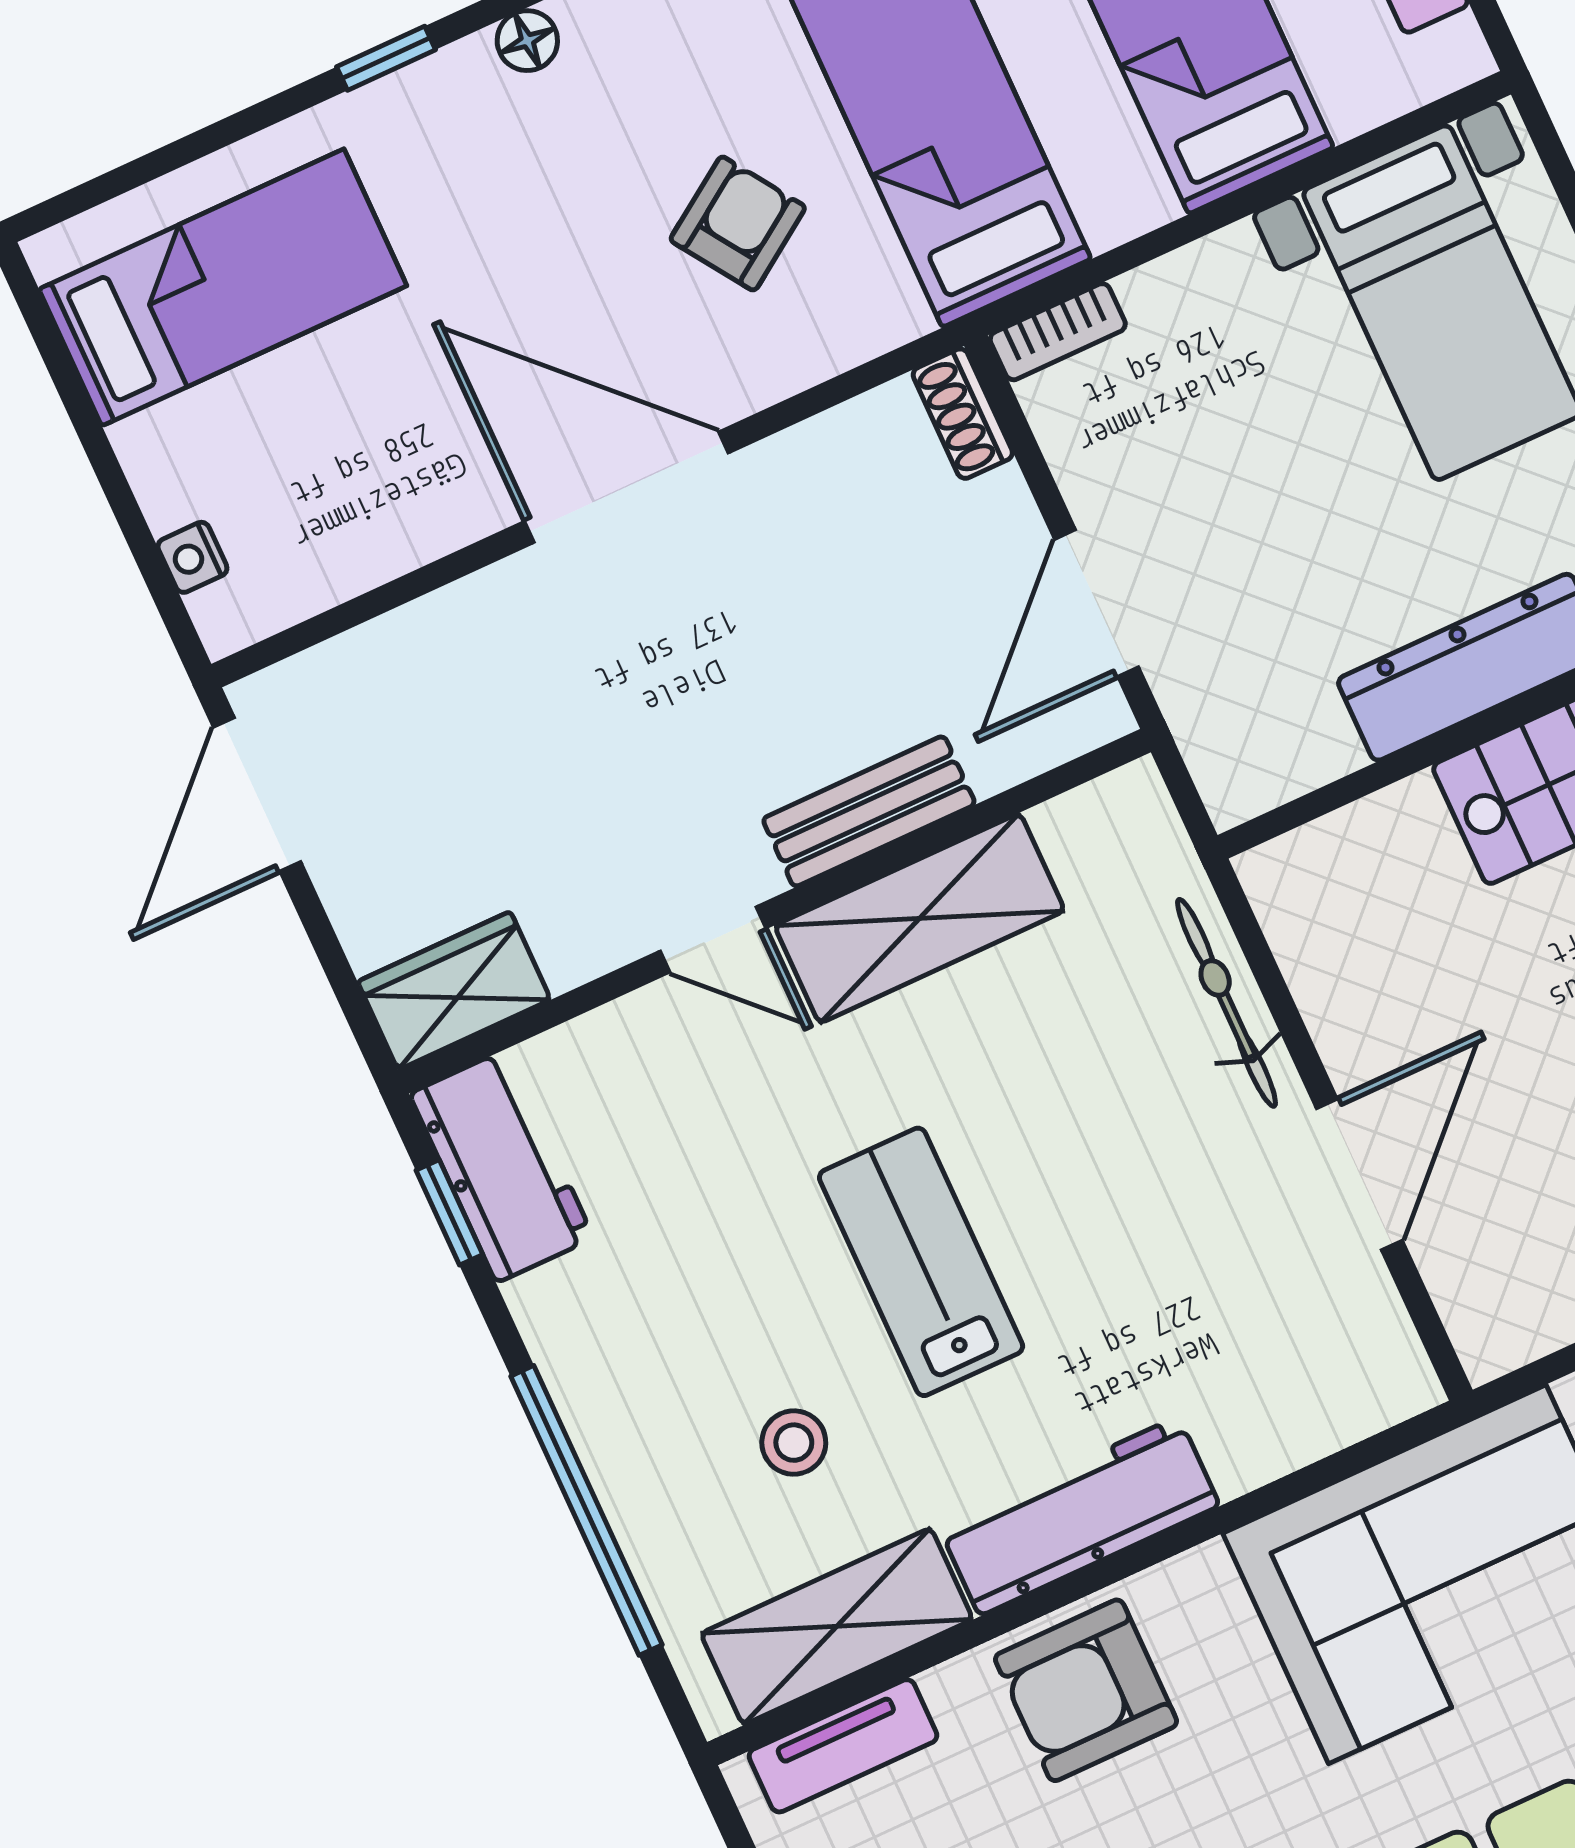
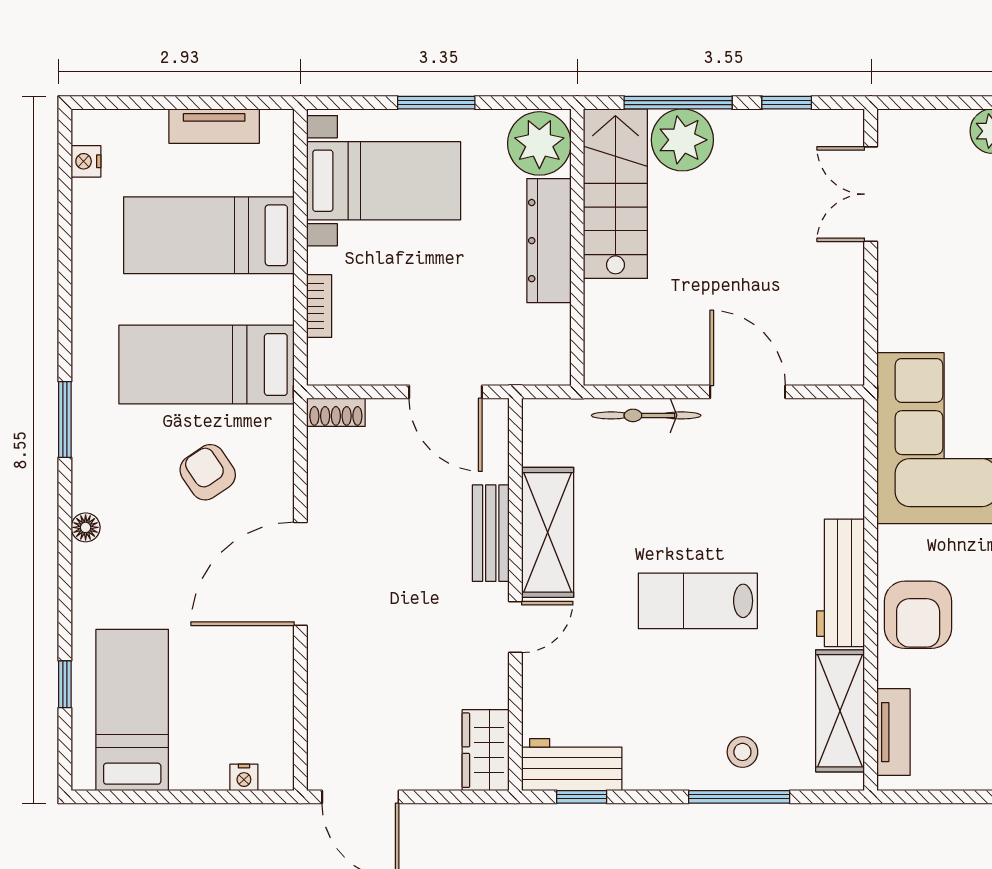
window: (386, 58) -> (65, 684), moved
bookcase: (1058, 332) -> (319, 306), moved
stool: (794, 1443) -> (742, 752), moved
window: (586, 1510) -> (739, 797), width x0.68

